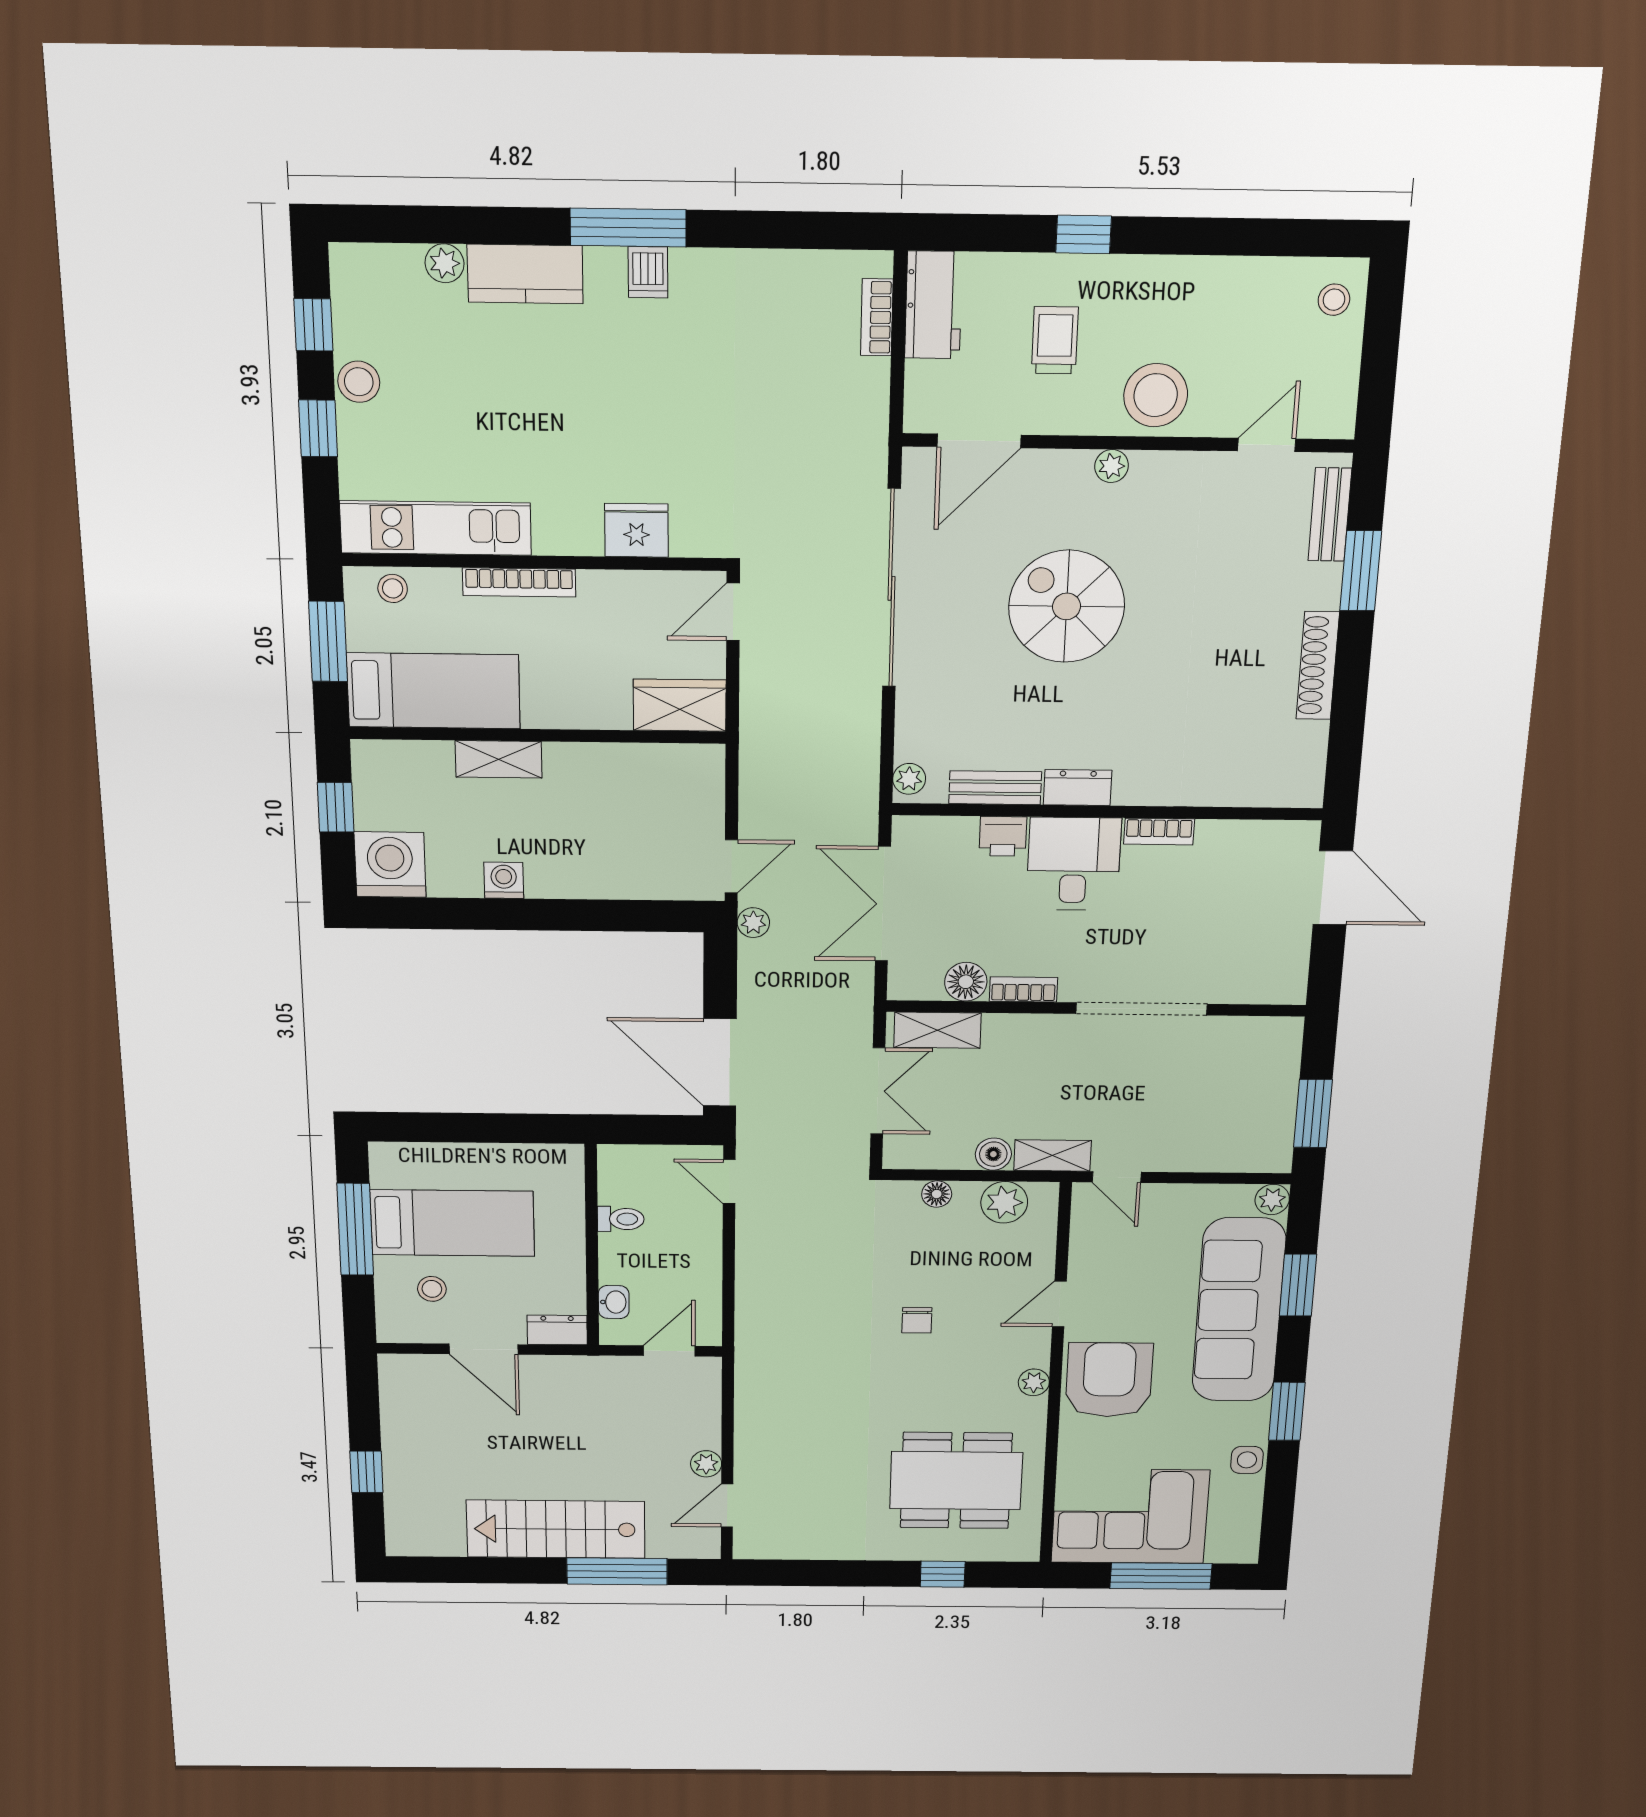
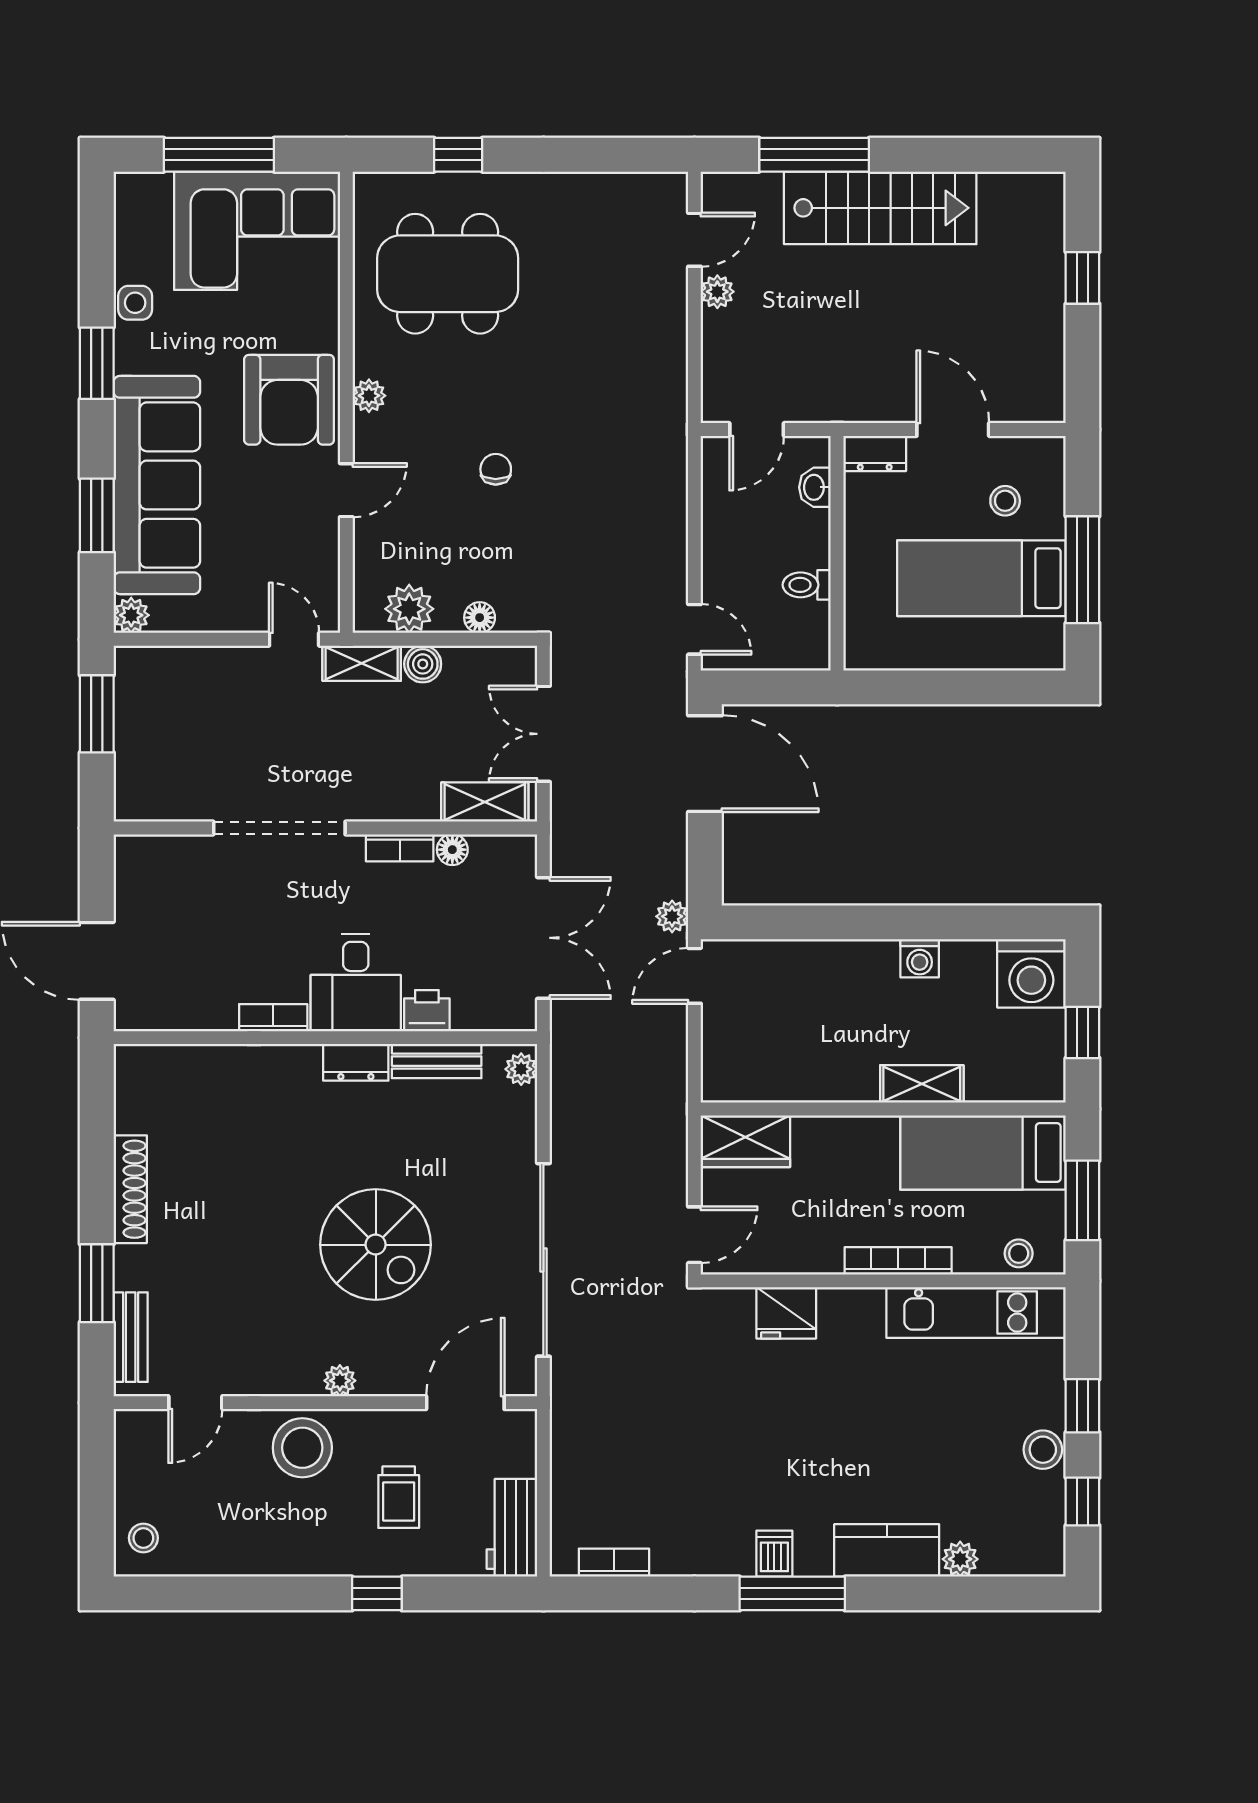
bookcase: (877, 317) -> (614, 1563), moved, turned -90
floor lamp: (966, 982) -> (452, 850), width x0.73, depth x0.73

